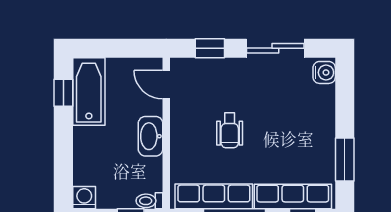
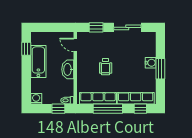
water cooler: (324, 72) -> (151, 63), moved
bathtub: (89, 92) -> (38, 62), moved
window: (345, 160) -> (160, 69), moved

